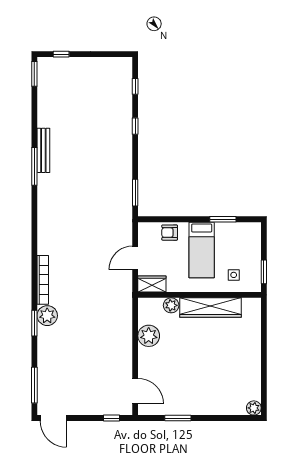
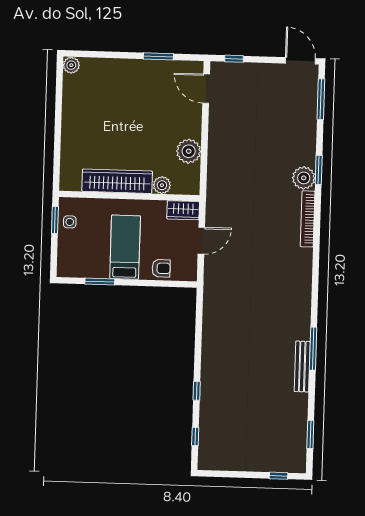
window: (34, 74) -> (310, 434), moved
window: (135, 193) -> (199, 315), removed
side table: (234, 275) -> (70, 222), moved

